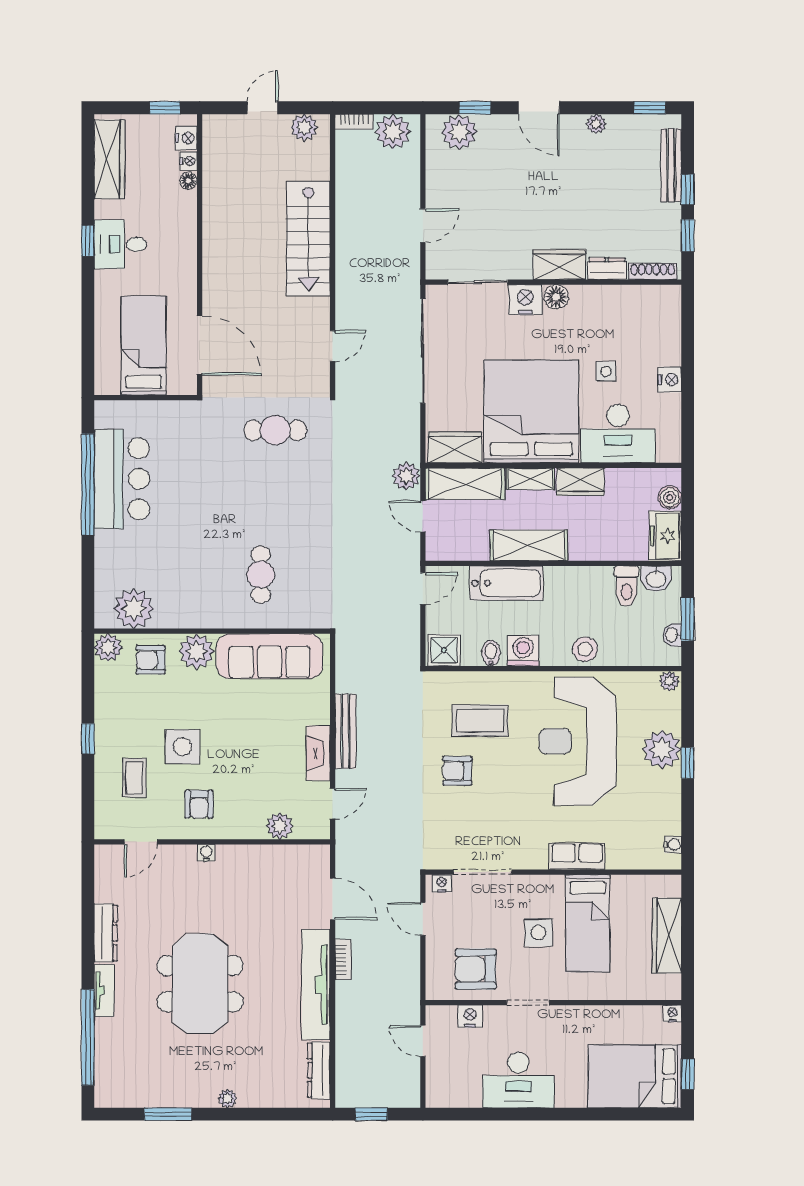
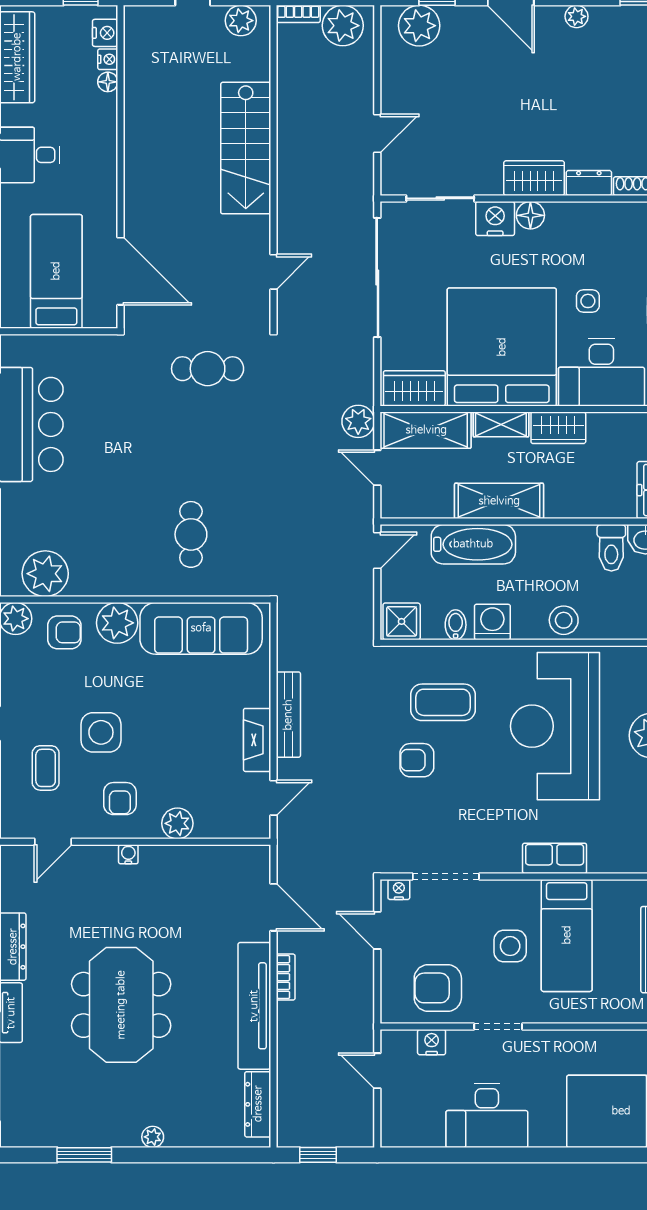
armchair: (151, 660) -> (64, 632), turned 180
plant: (280, 826) -> (177, 823), moved

